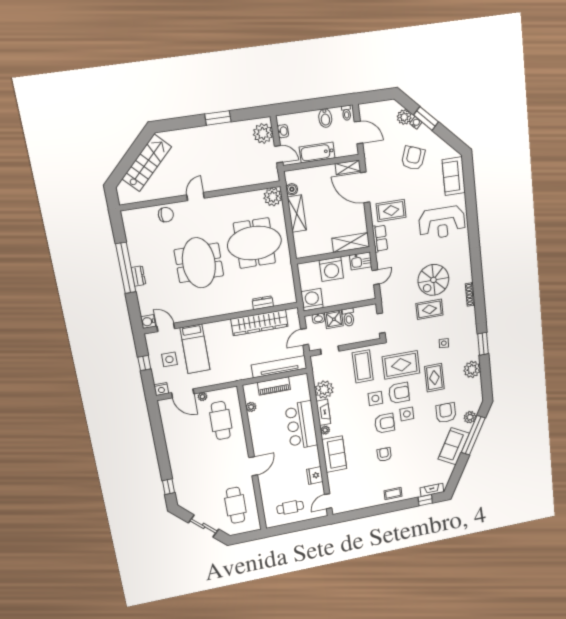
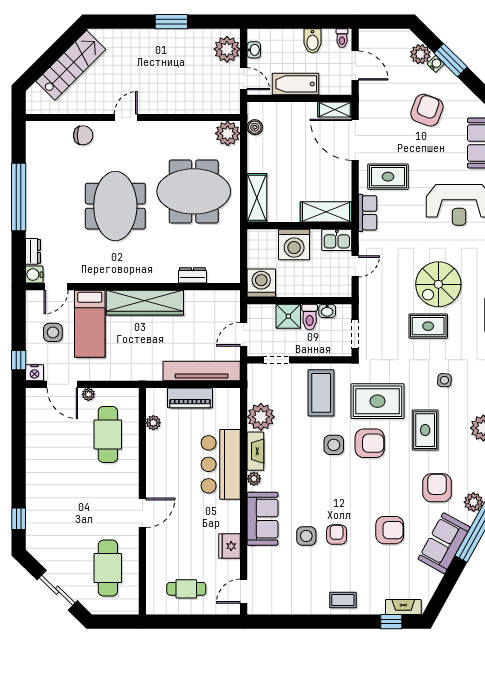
shelving: (297, 214) -> (257, 198), moved
dresser: (138, 276) -> (33, 251), moved
washbasin: (318, 318) -> (327, 311), moved
wardrobe: (259, 323) -> (145, 303), moved
door: (166, 327) -> (56, 287), swing flipped
window: (144, 363) -> (19, 360), moved
side table: (407, 414) -> (306, 536), moved
armchair: (385, 423) -> (390, 530), moved

